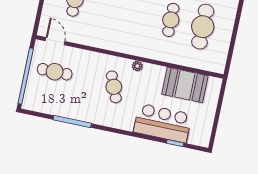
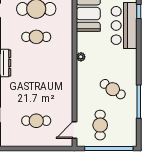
cafe table: (114, 87) -> (113, 89), moved, turned 55

